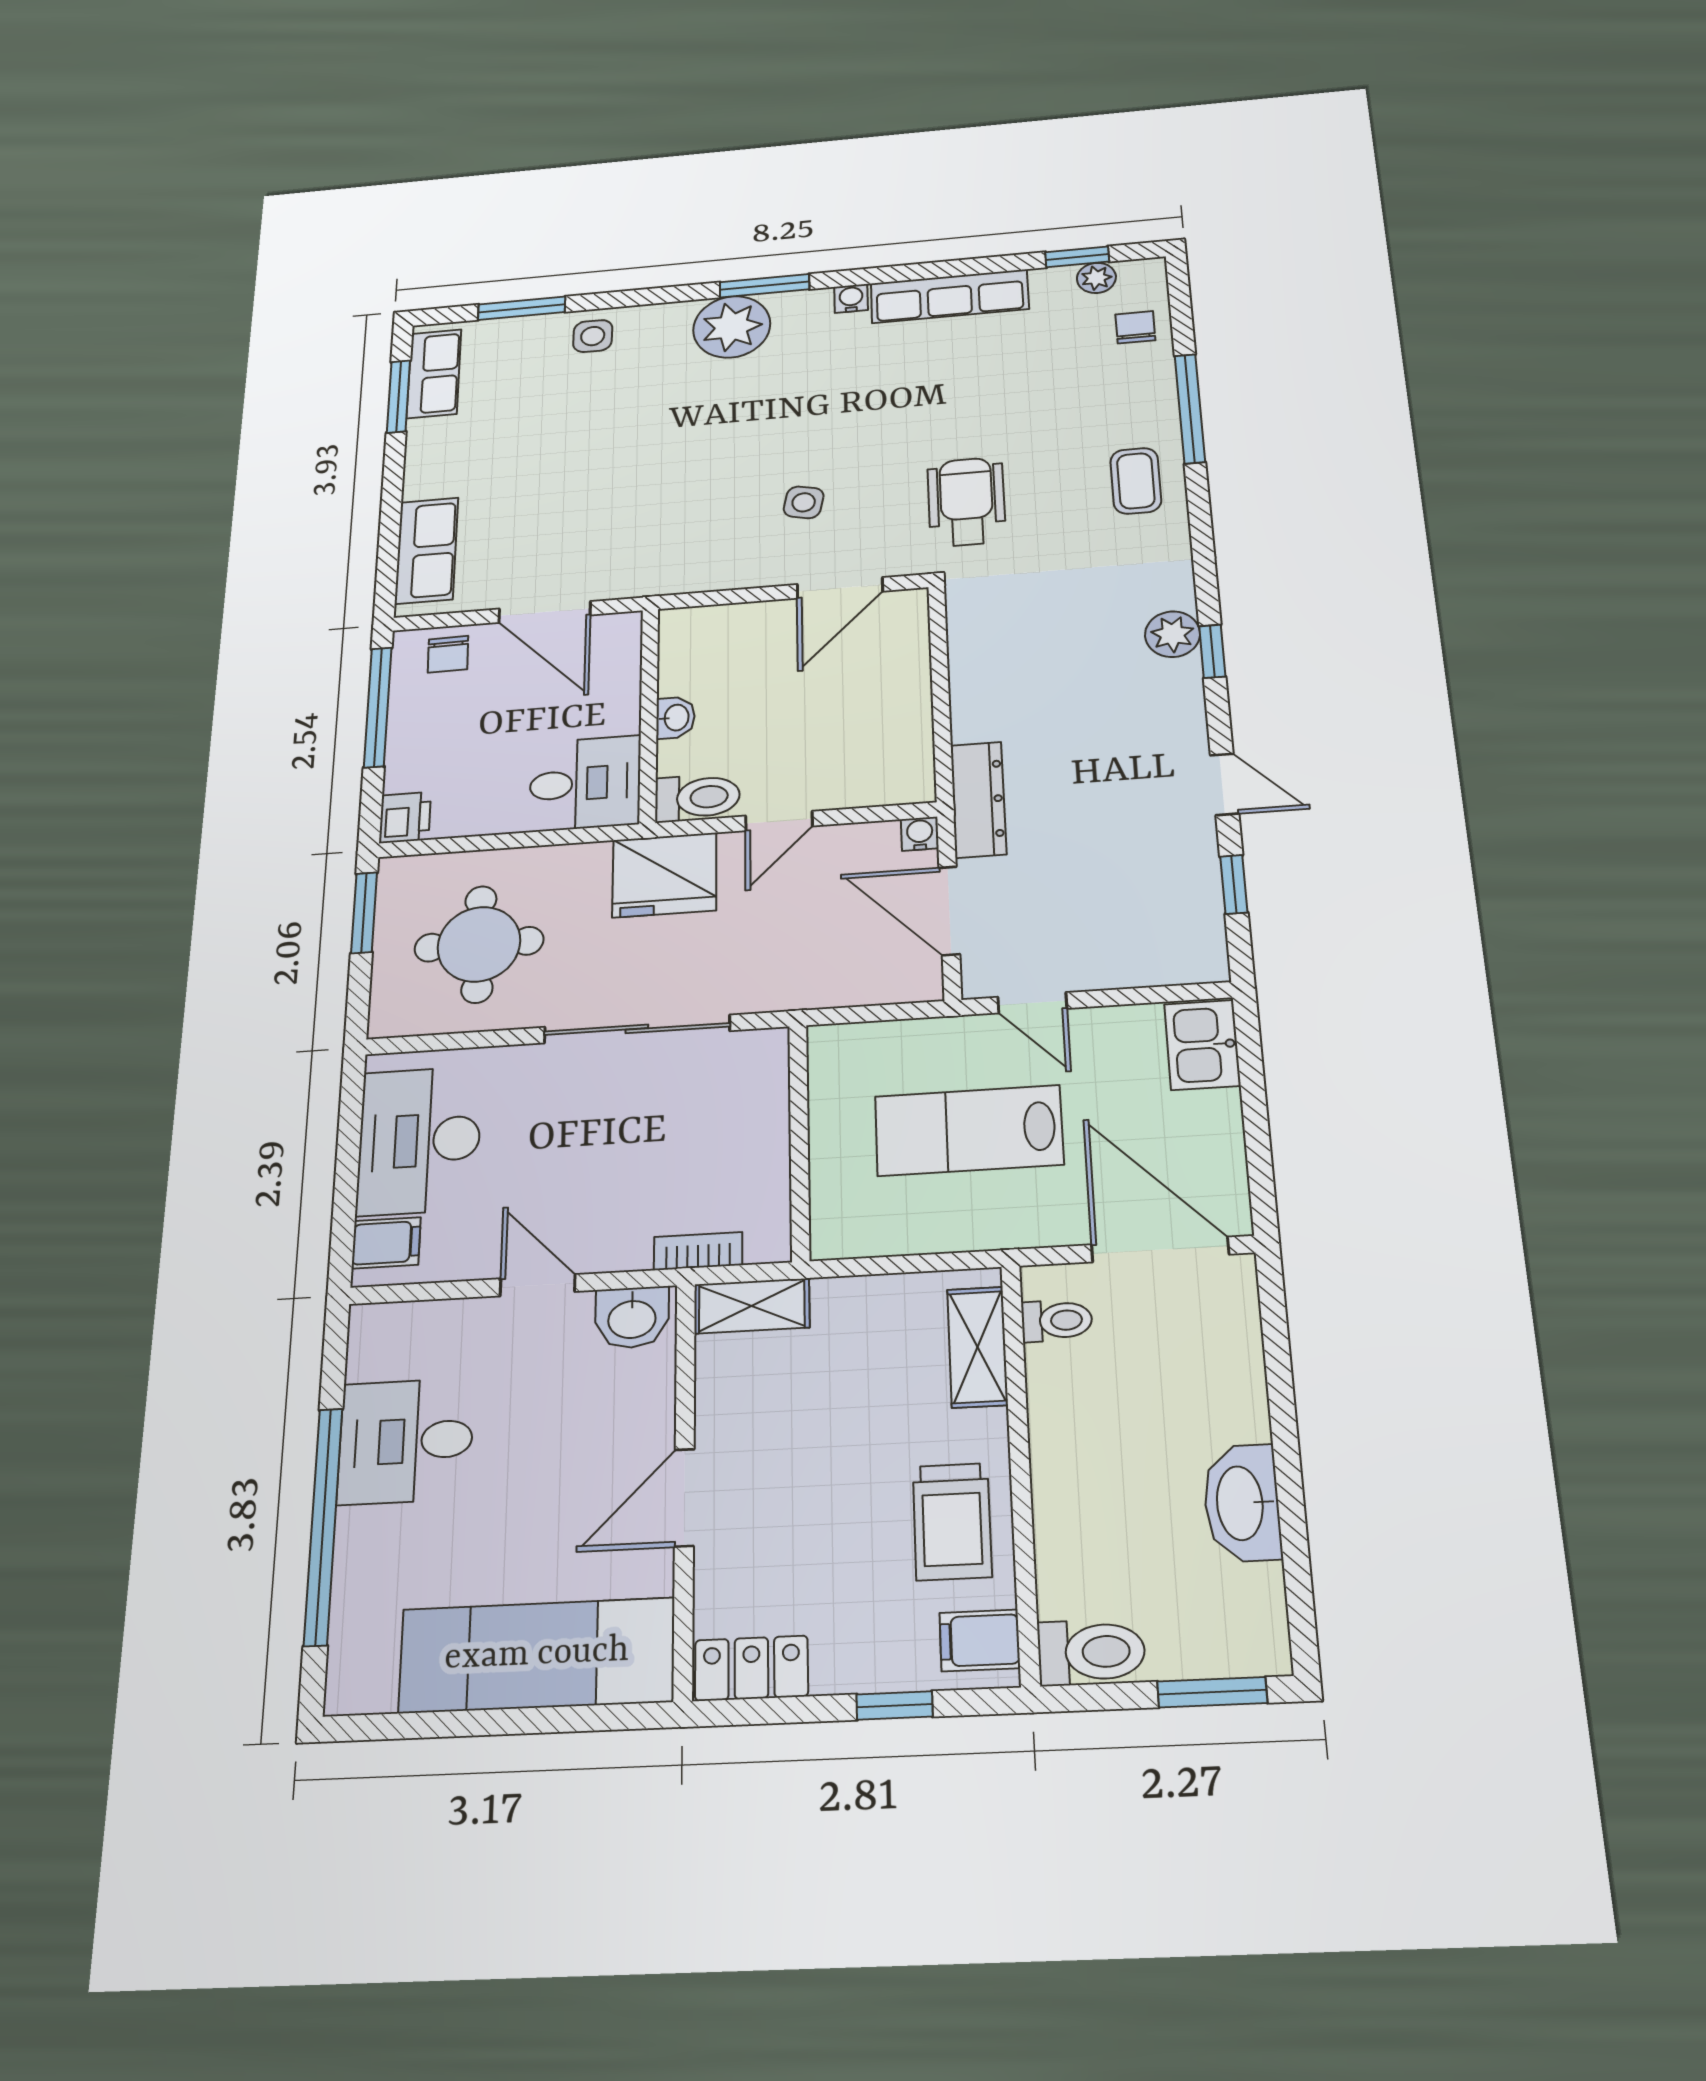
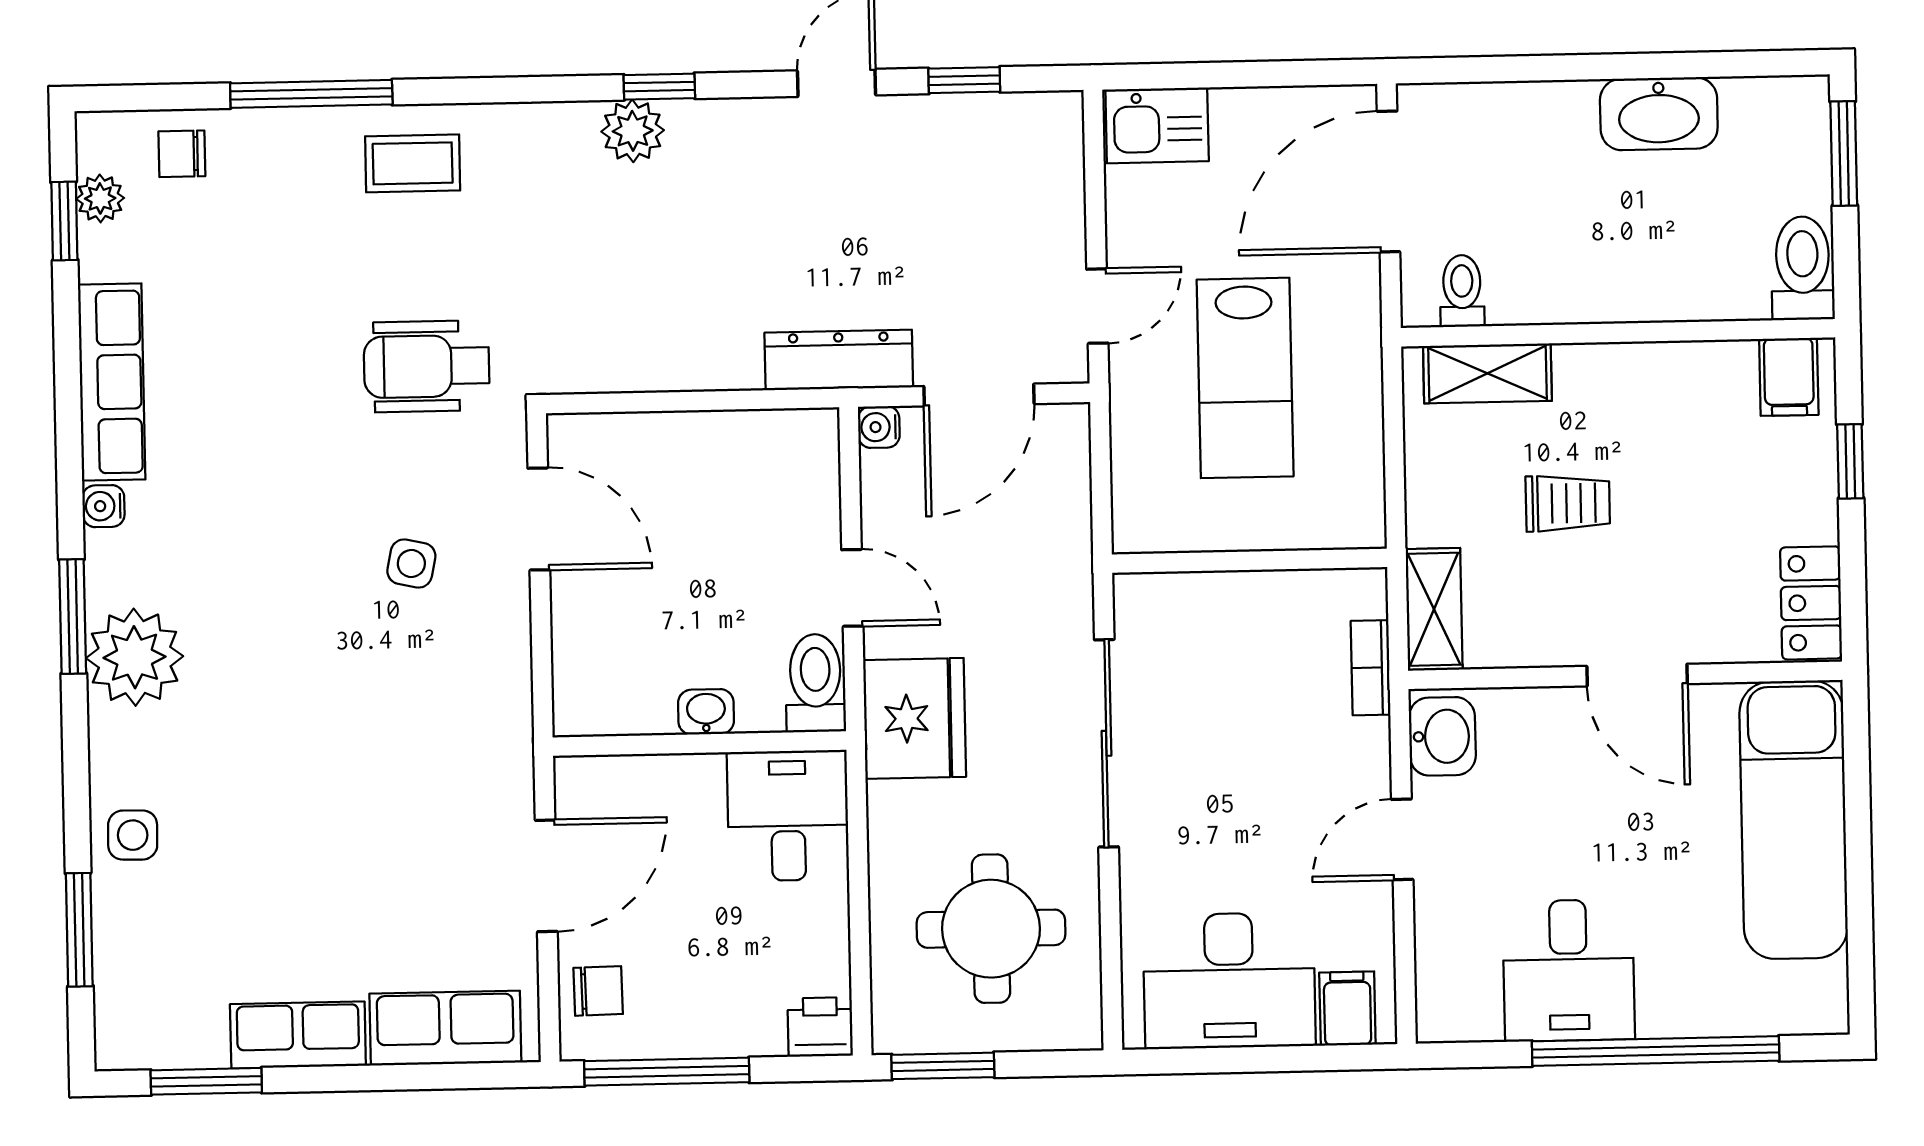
row of seats: (434, 374) -> (298, 1035), moved
trolley: (952, 1521) -> (1568, 503), moved, width x0.73, depth x0.72

